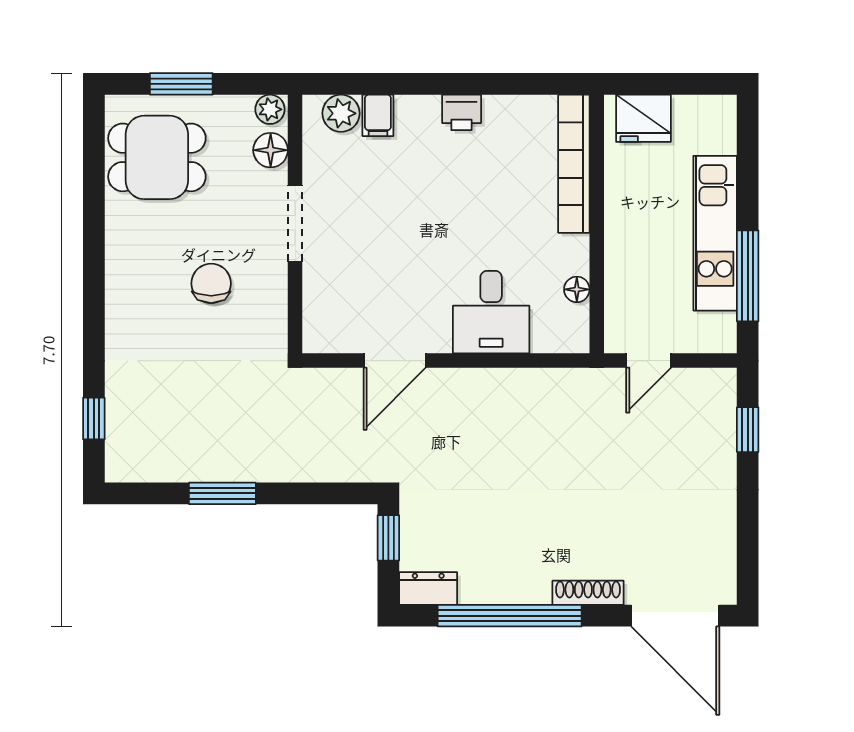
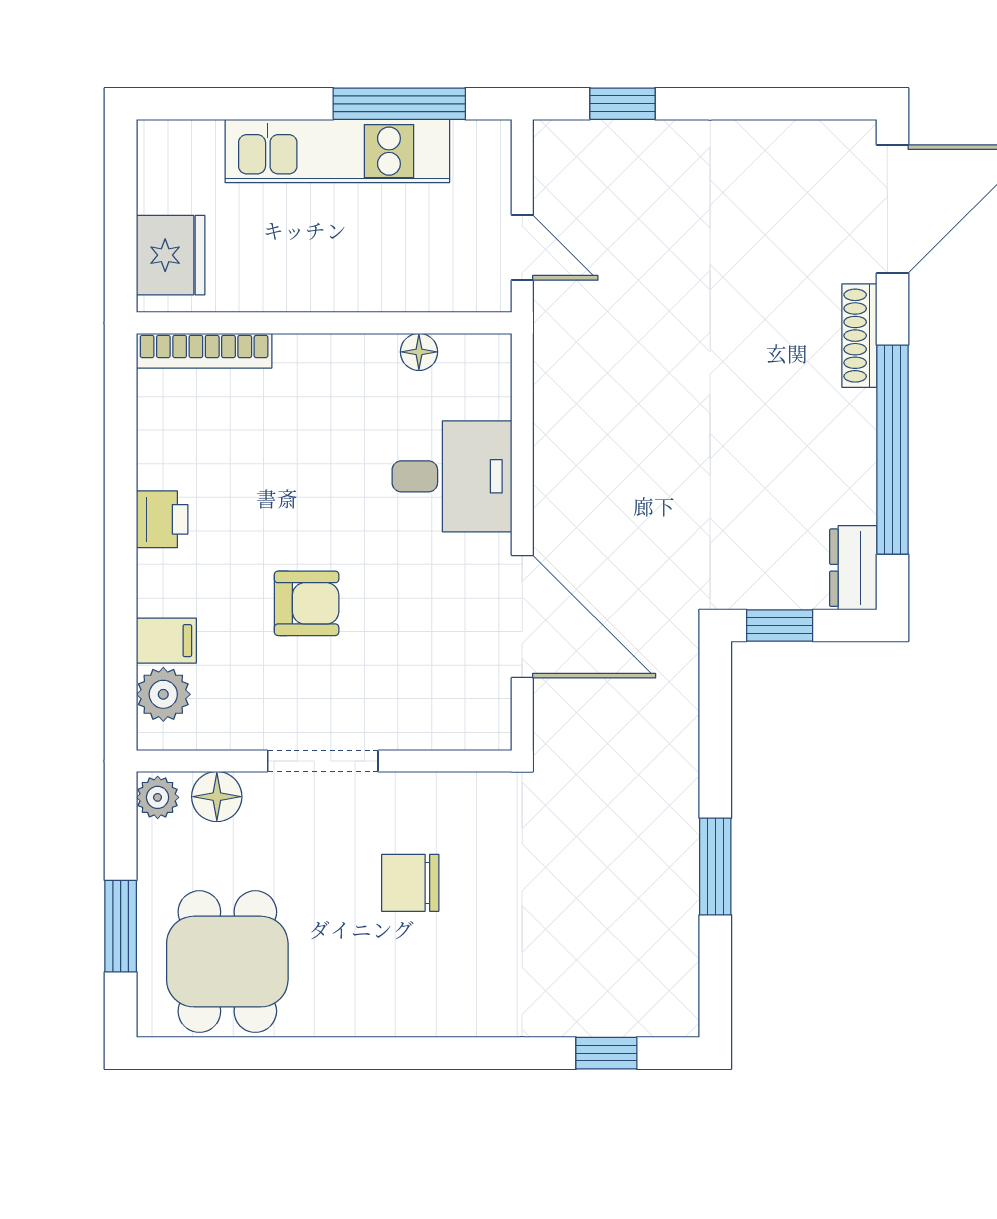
bookcase: (574, 164) -> (204, 351), width x0.68, depth x0.76
armchair: (404, 212) -> (307, 603), added
door: (395, 361) -> (522, 617), width x1.36

